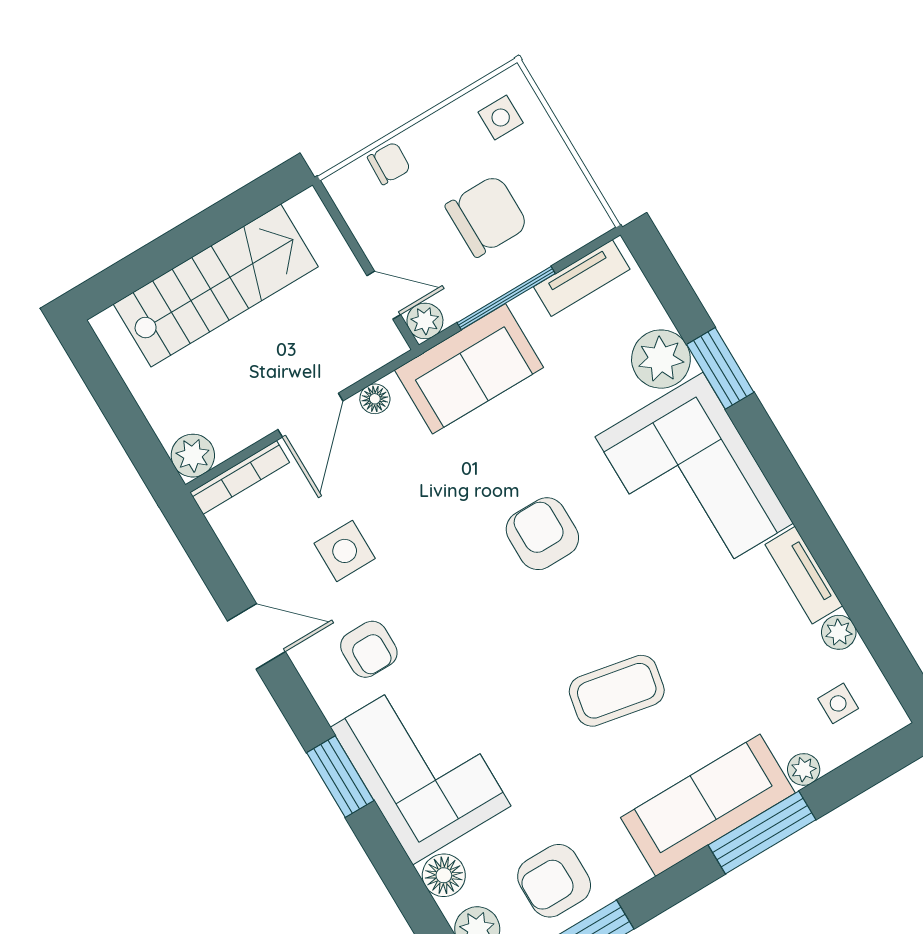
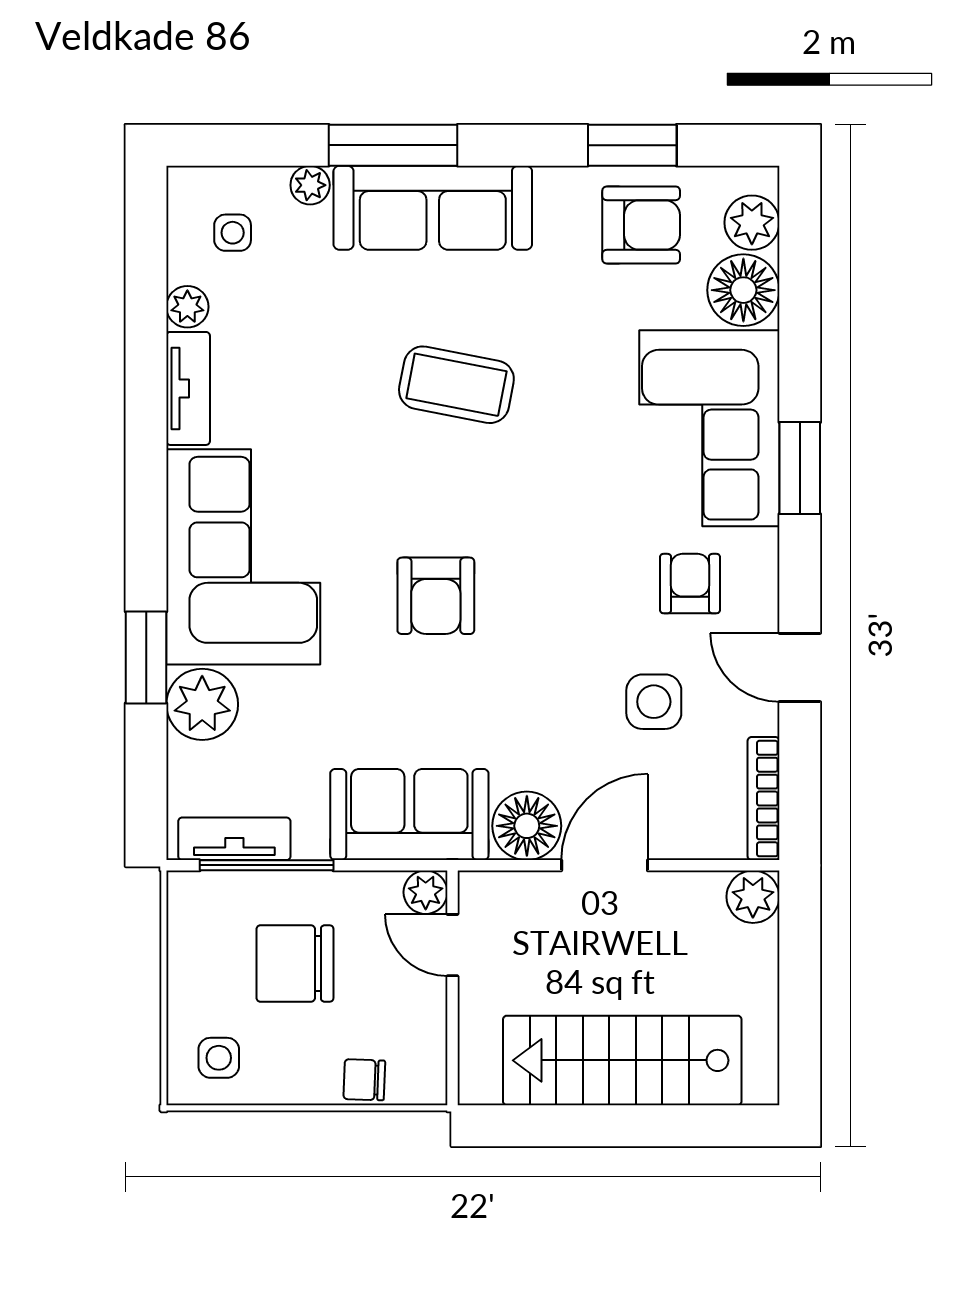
window: (506, 298) -> (267, 865), moved
floor lamp: (375, 399) -> (527, 826), width x1.89, depth x1.89
bookcase: (240, 477) -> (764, 799), moved, turned -90
floor lamp: (444, 875) -> (743, 290), width x1.38, depth x1.38

